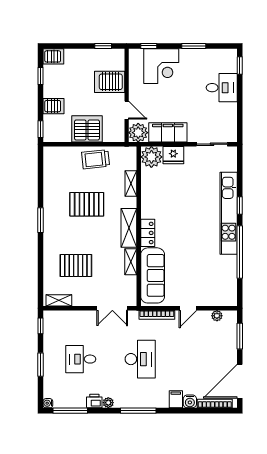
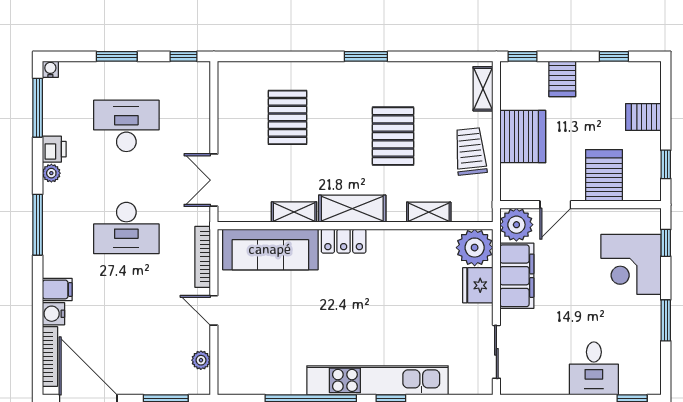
server rack: (53, 56) -> (643, 117), moved, turned 90
shelving: (59, 300) -> (483, 89), moved
desk: (81, 359) -> (126, 126), width x1.37

